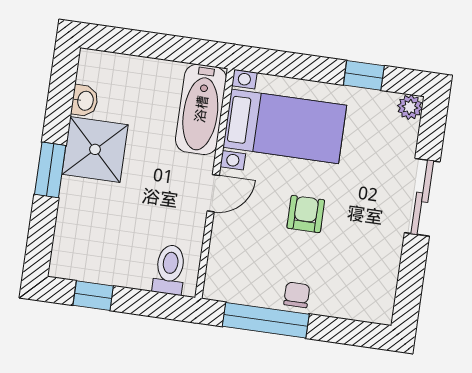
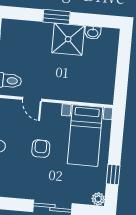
bathtub: (201, 109) -> (91, 92), removed
door: (213, 193) -> (32, 99), moved
armchair: (306, 214) -> (41, 149), turned -90

